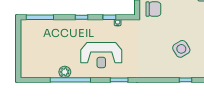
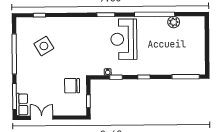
reception desk: (101, 55) -> (124, 39), turned -90
plant: (65, 72) -> (174, 22), moved

